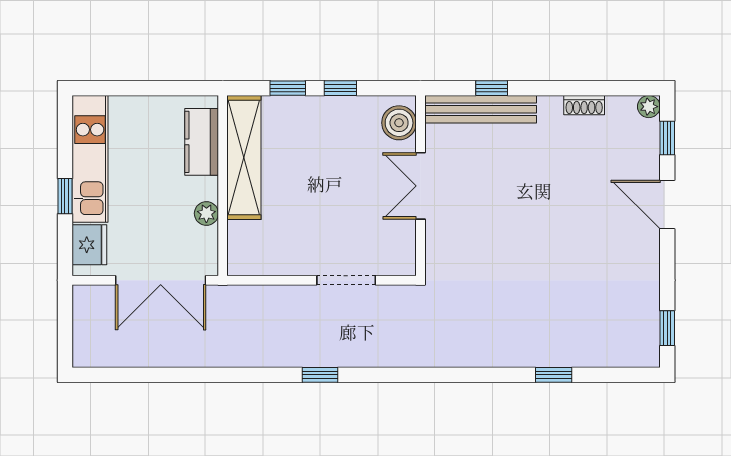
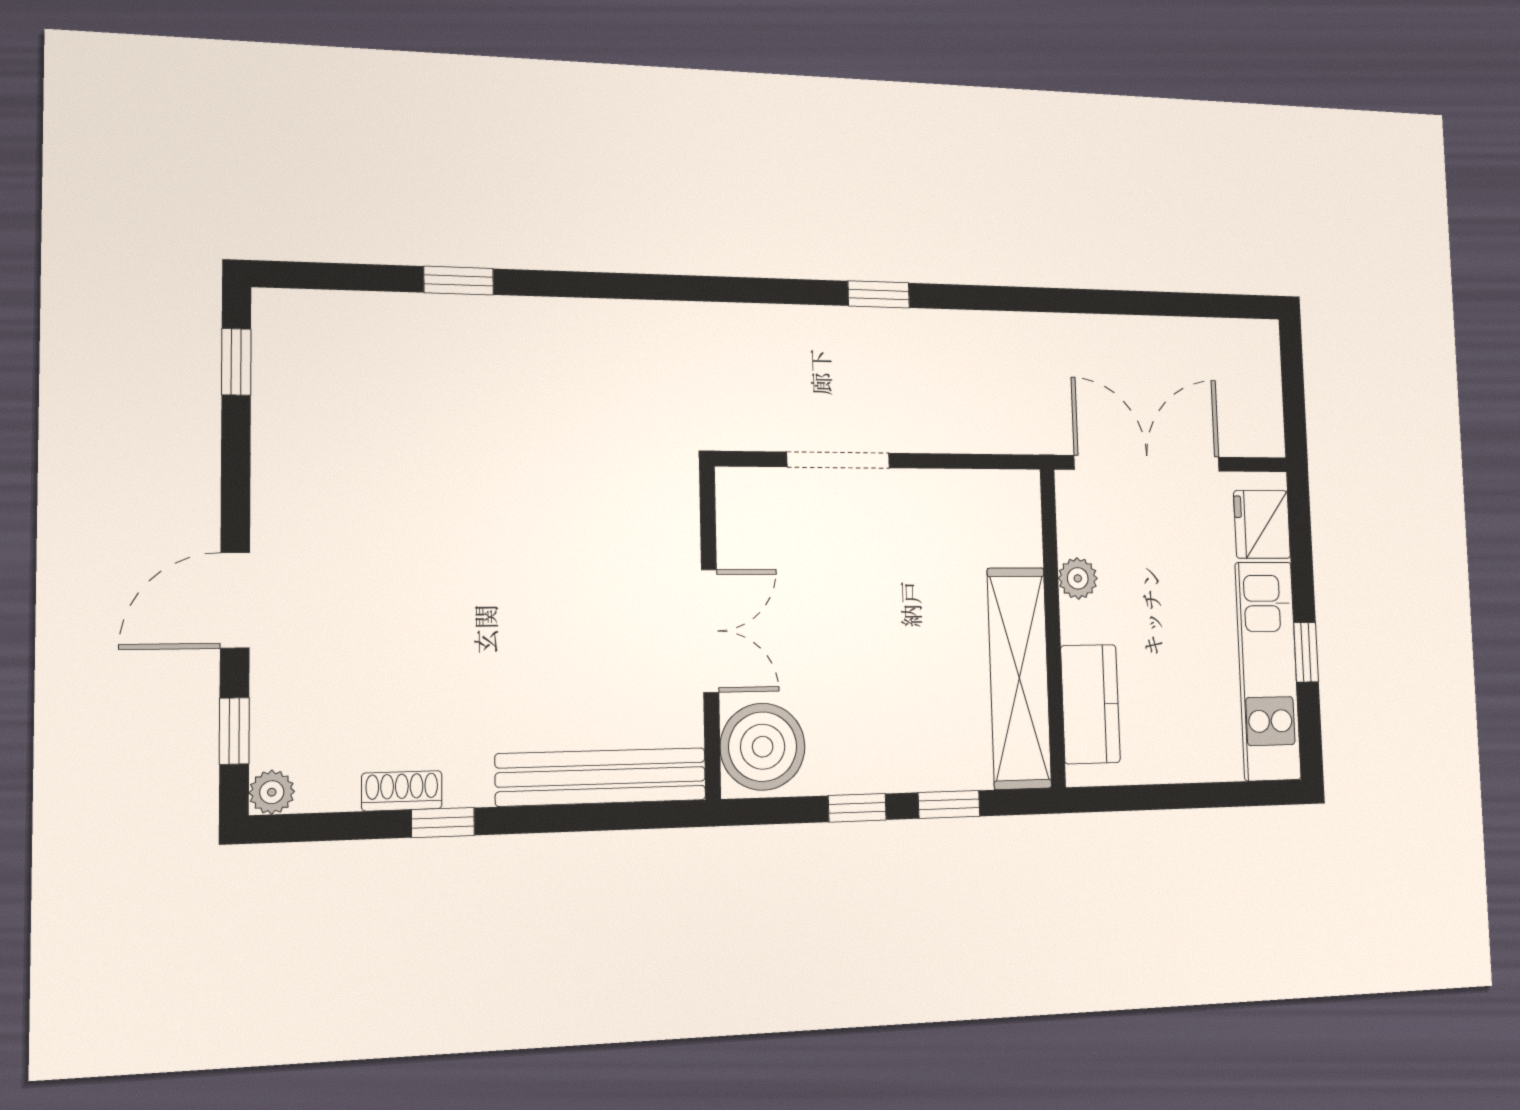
window: (492, 88) -> (443, 823), moved
boiler: (399, 123) -> (763, 747), width x1.37, depth x1.37
window: (65, 196) -> (1306, 652), moved
door: (667, 204) -> (235, 600), swing flipped

